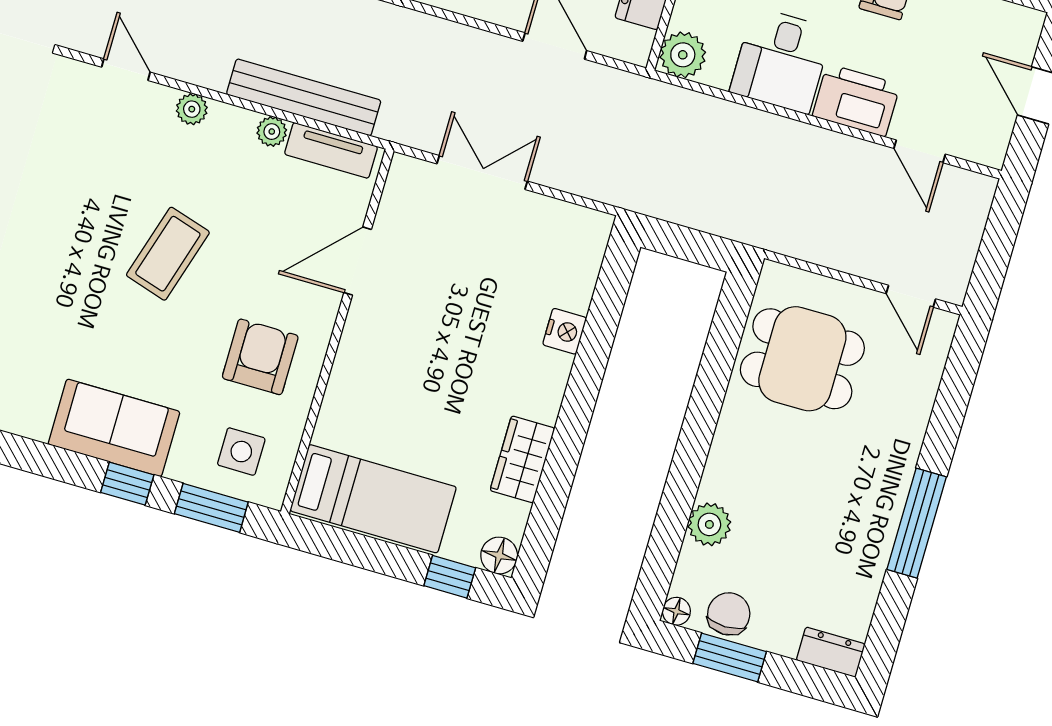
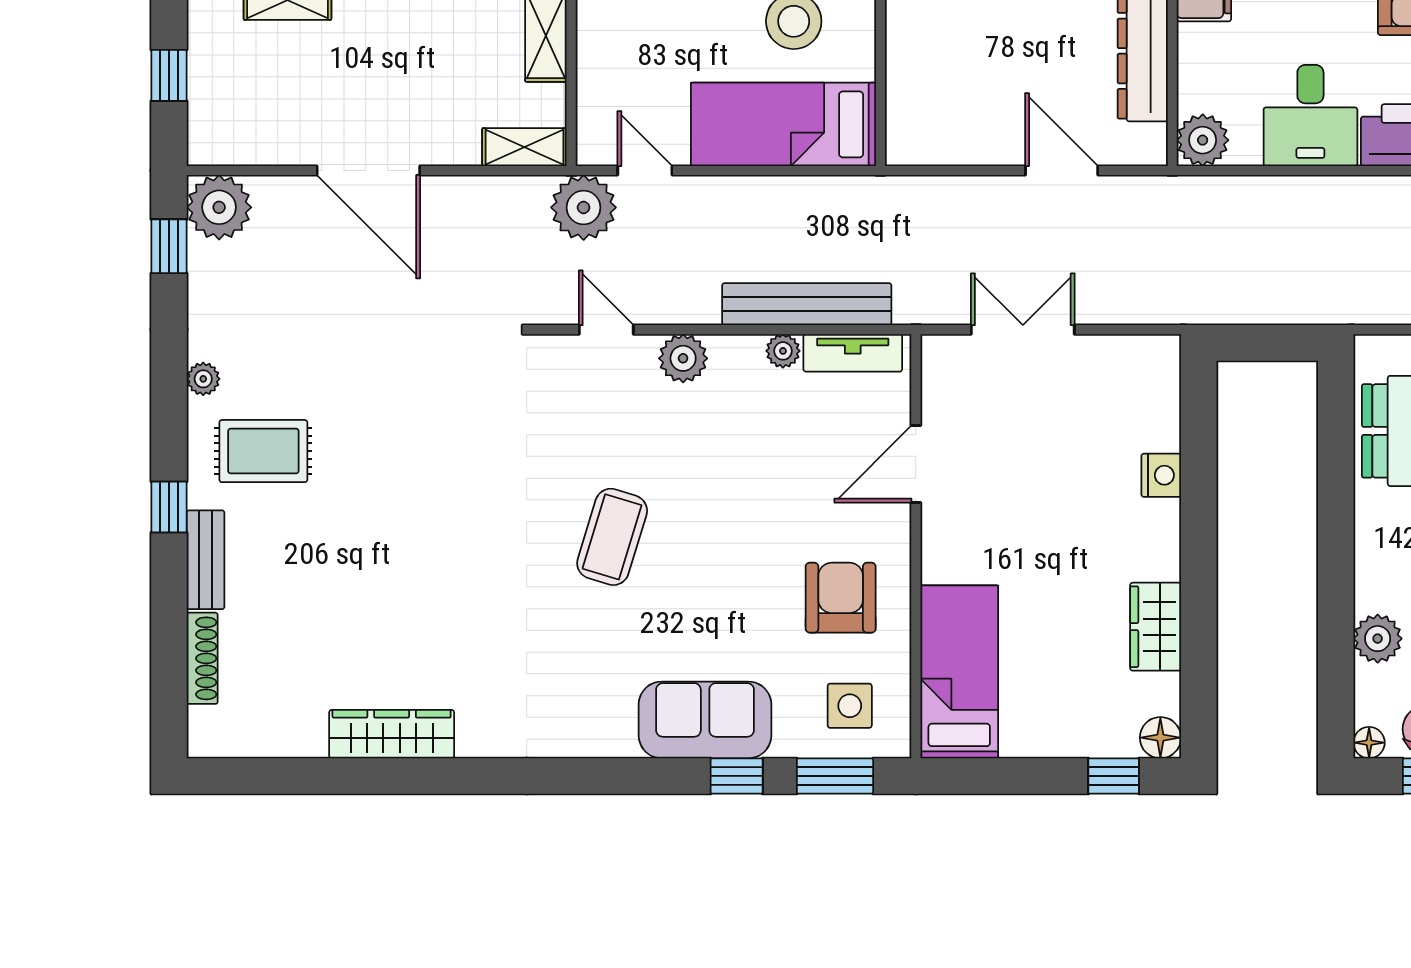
plant: (192, 109) -> (683, 358), width x1.38, depth x1.38
coffee table: (168, 254) -> (612, 537), moved
bed: (373, 499) -> (959, 672), moved, turned -90

